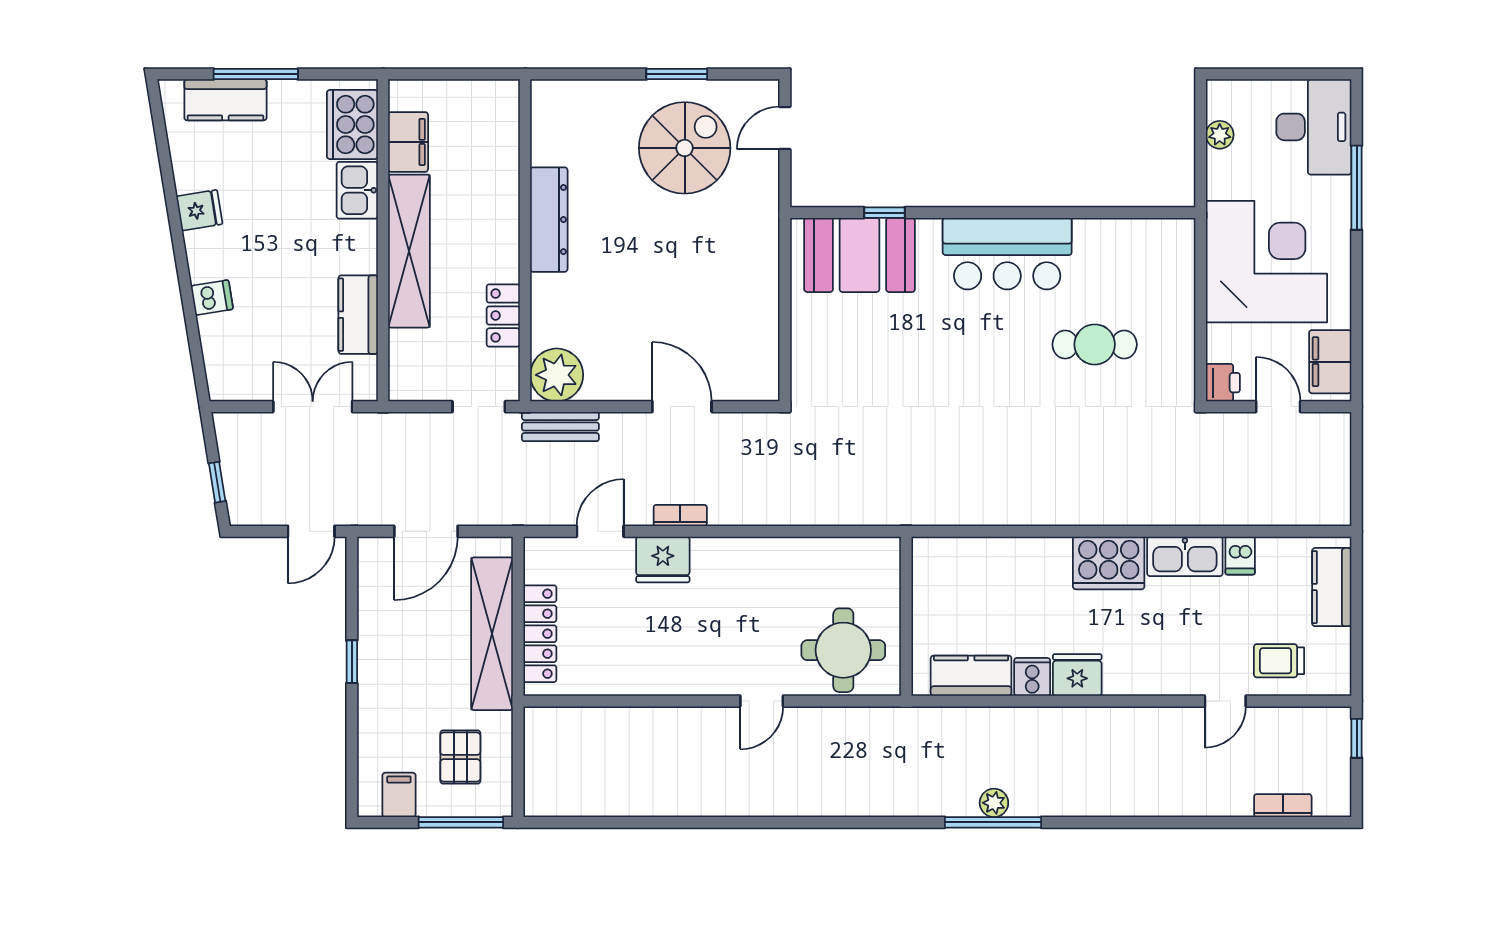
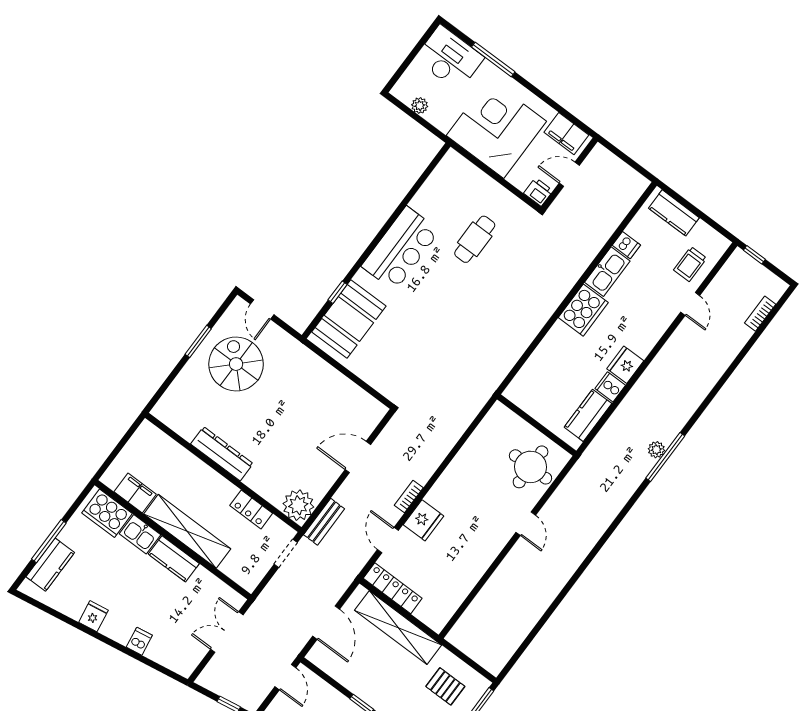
kitchen counter: (358, 315) -> (174, 559), moved
locker: (540, 634) -> (393, 588), moved

